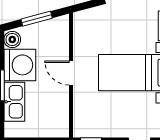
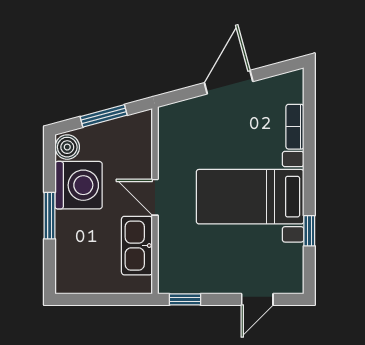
kitchen sink: (14, 102) -> (137, 246), moved, turned 180

